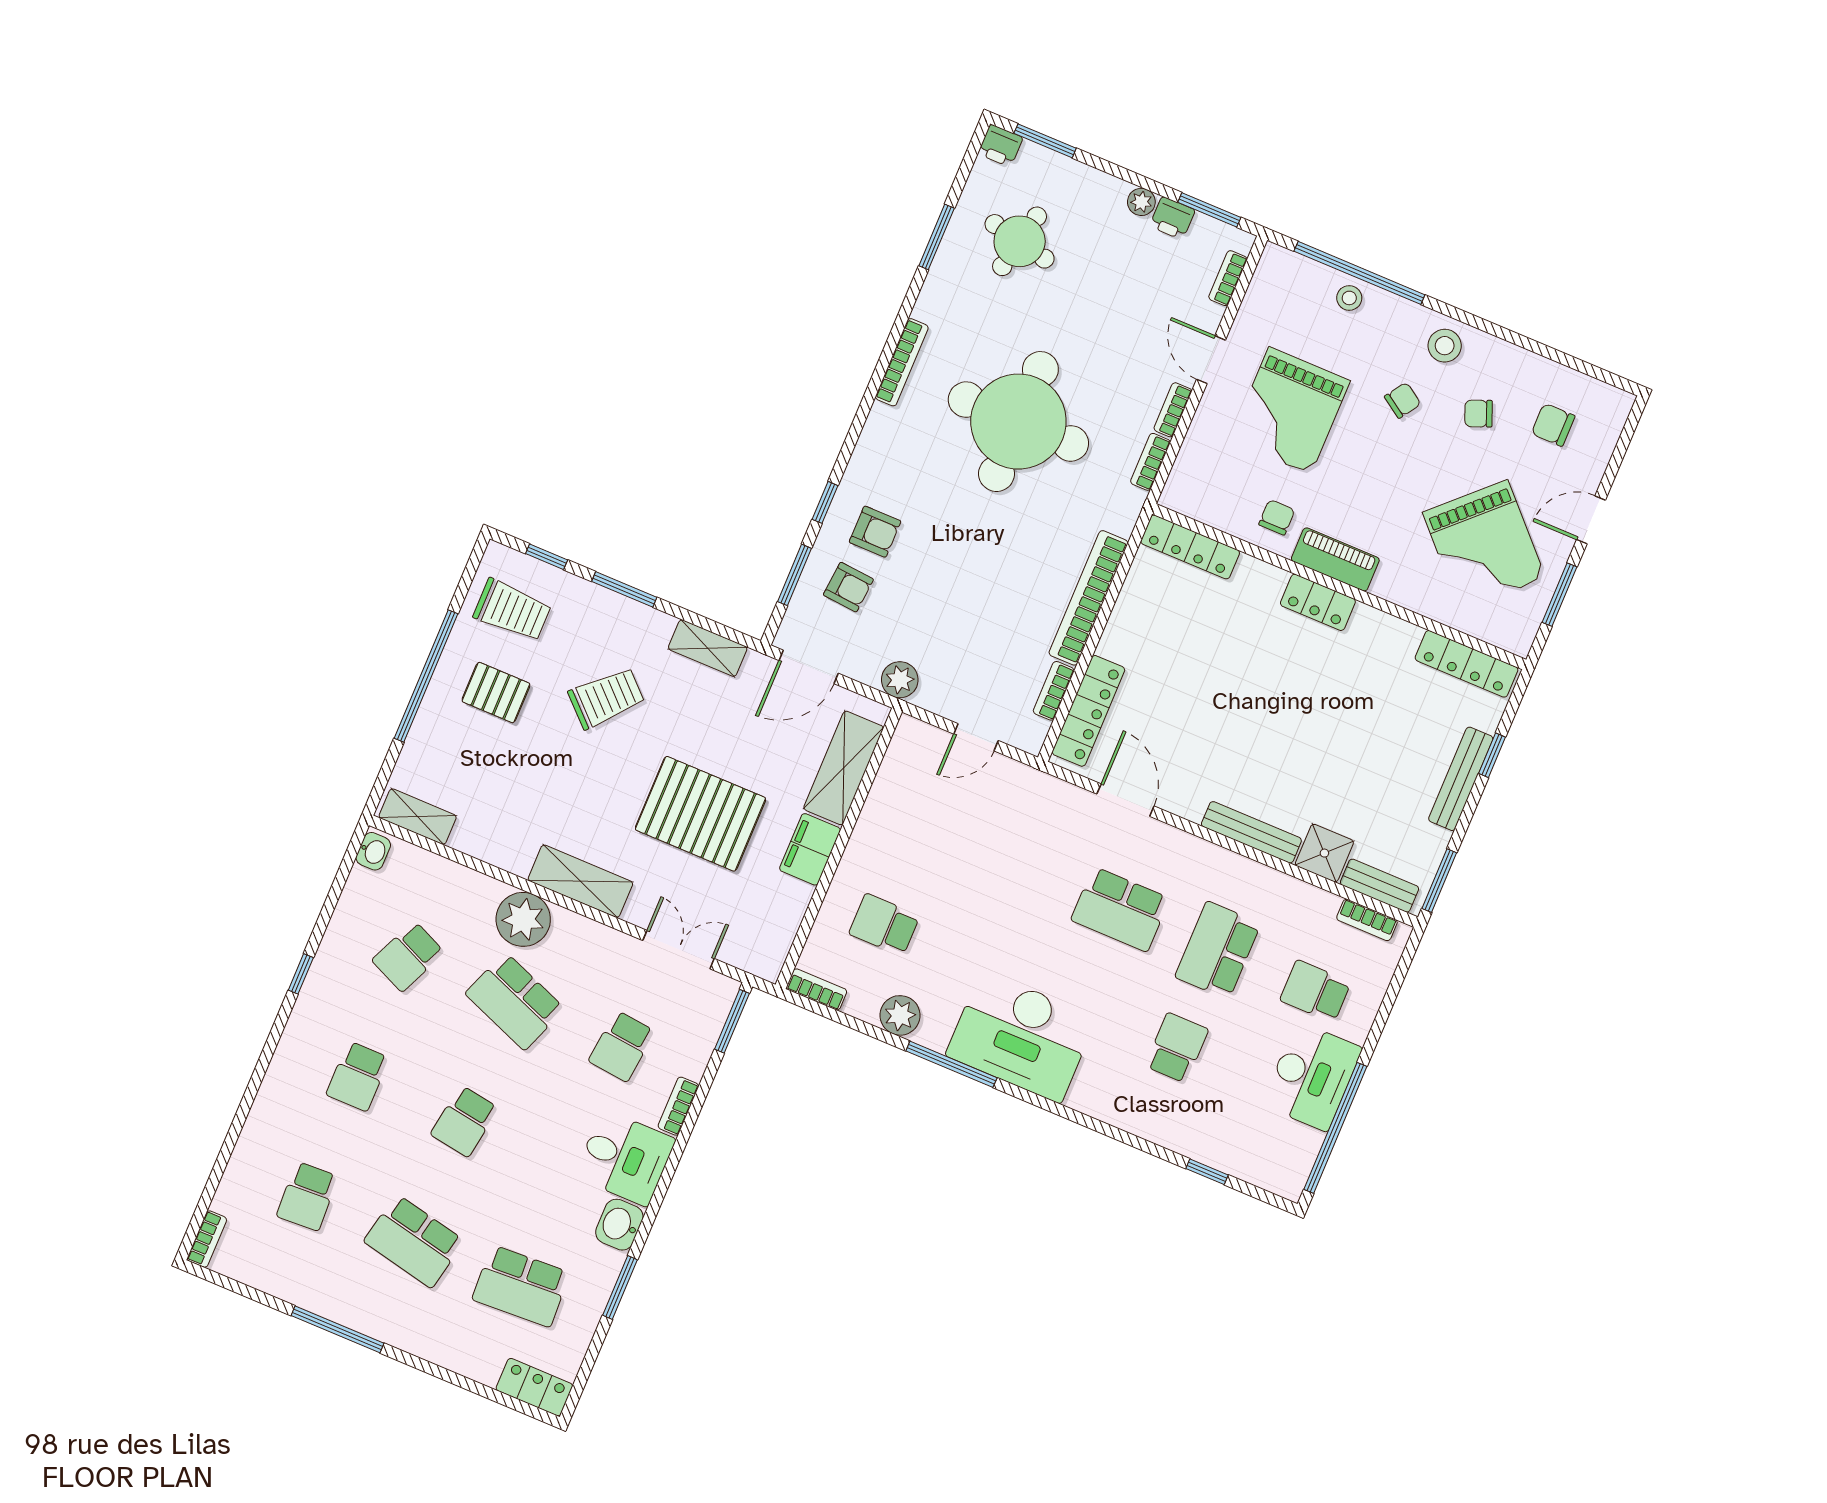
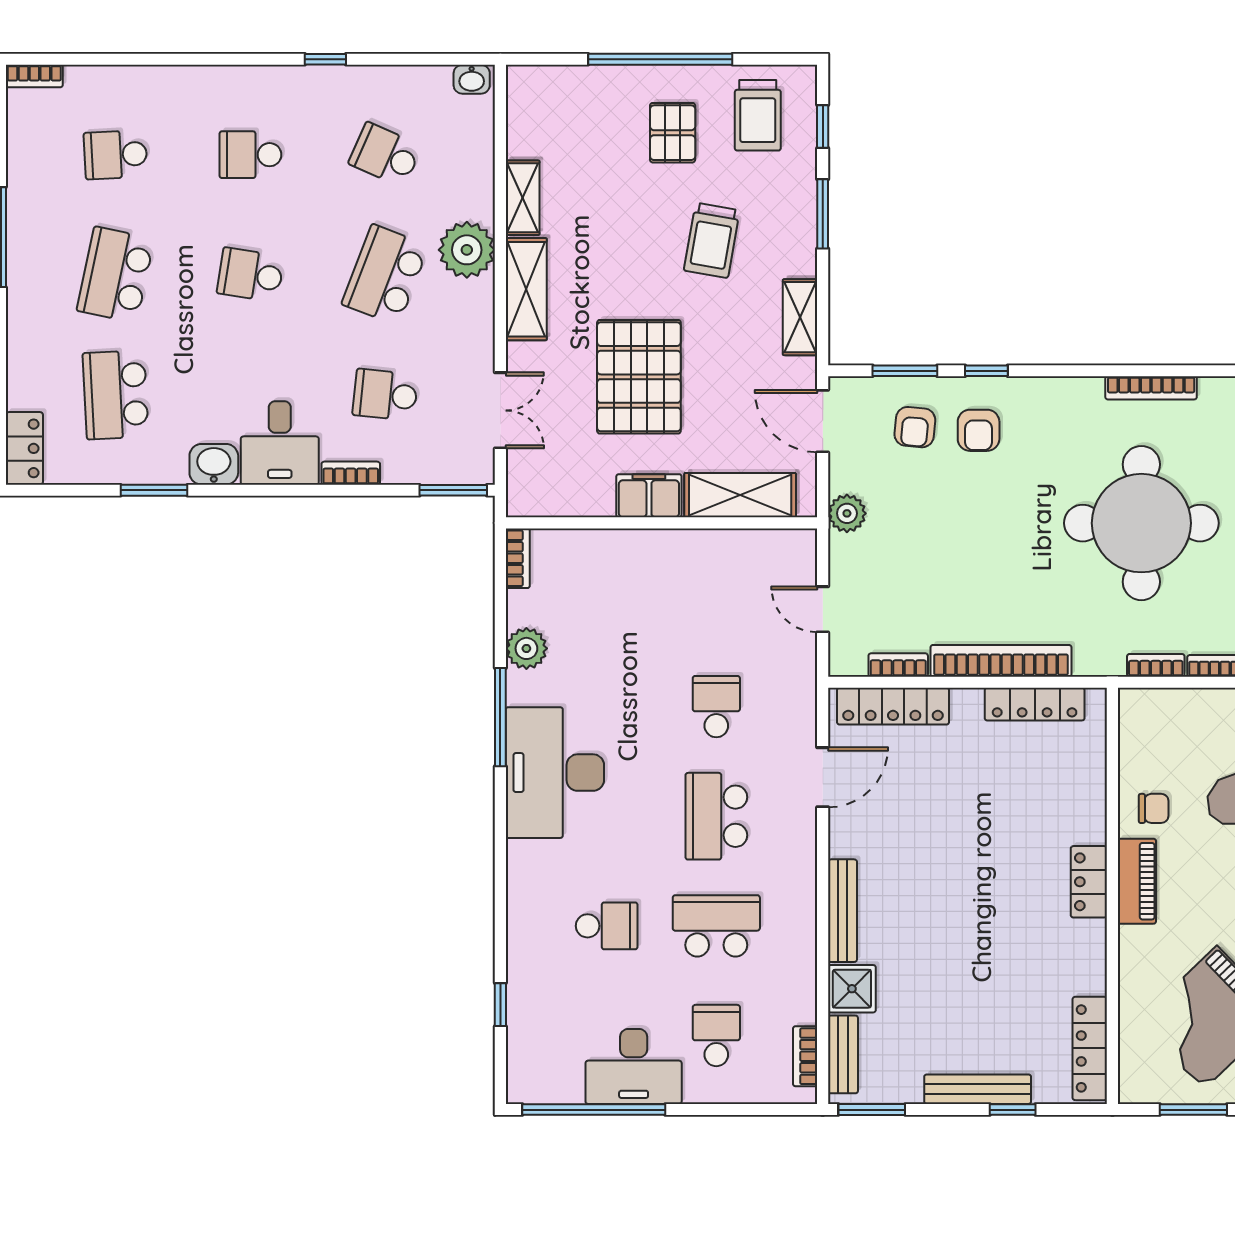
locker: (1190, 547) -> (1035, 704), moved, turned -90
trolley: (606, 698) -> (712, 240), turned 56
shelving: (418, 817) -> (523, 198), moved
school desk: (884, 925) -> (716, 707), moved

